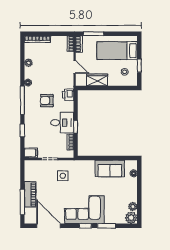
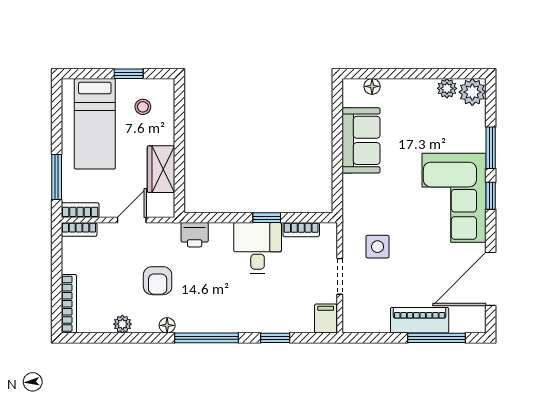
armchair: (47, 101) -> (158, 281), moved

